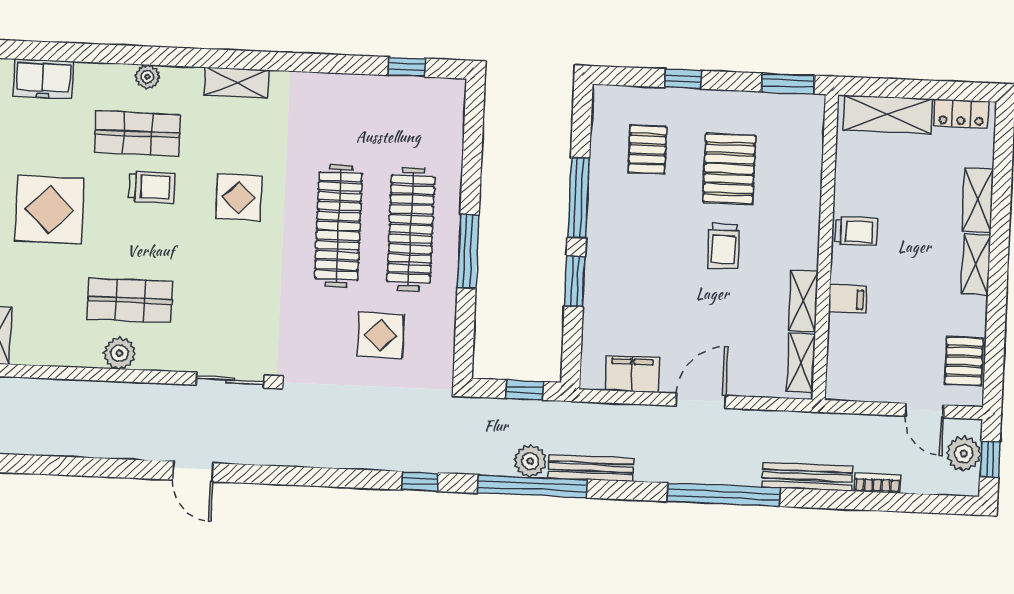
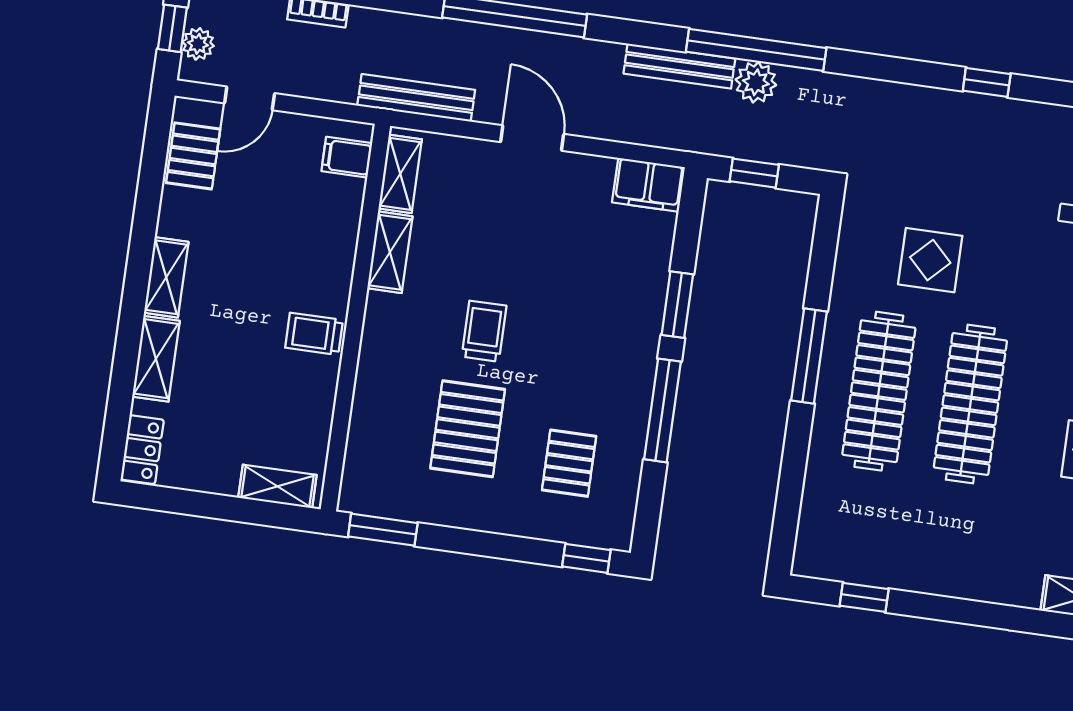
window: (683, 79) -> (586, 558), moved
shelving: (888, 114) -> (277, 486), width x0.67, depth x0.75
locker: (961, 114) -> (142, 450), moved, turned 90
filing cabinet: (847, 299) -> (347, 157), moved
filing cabinet: (632, 374) -> (649, 185), moved
door: (701, 401) -> (532, 138), swing flipped
door: (924, 410) -> (250, 98), swing flipped
plant: (964, 454) -> (198, 44), width x0.73, depth x0.73
bench: (807, 477) -> (416, 98), moved
window: (420, 481) -> (987, 82), moved

